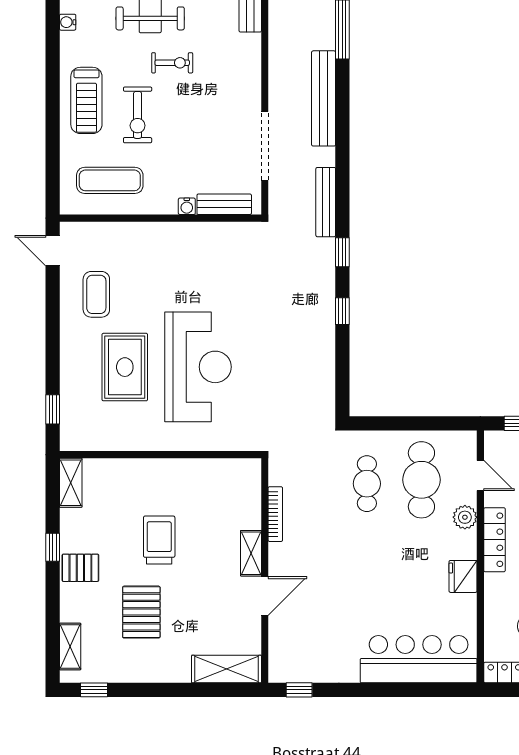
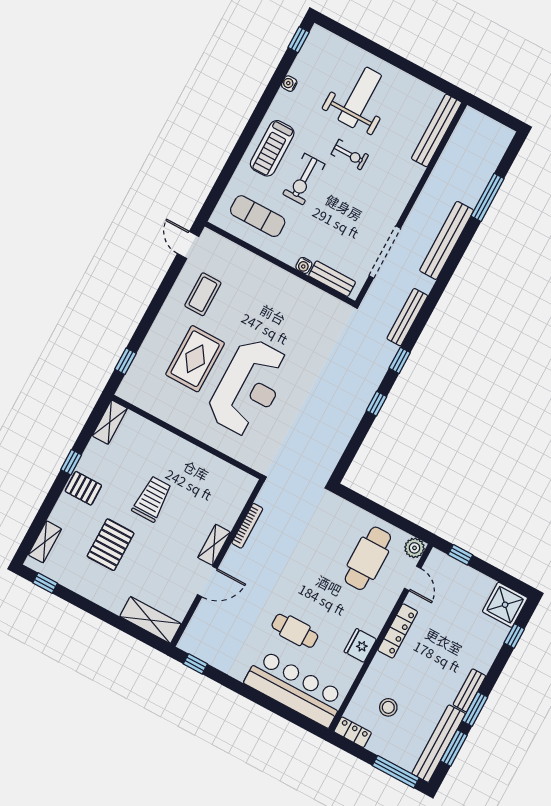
cafe table: (367, 484) -> (295, 631), moved, turned 90
plant: (465, 517) -> (414, 548), moved

